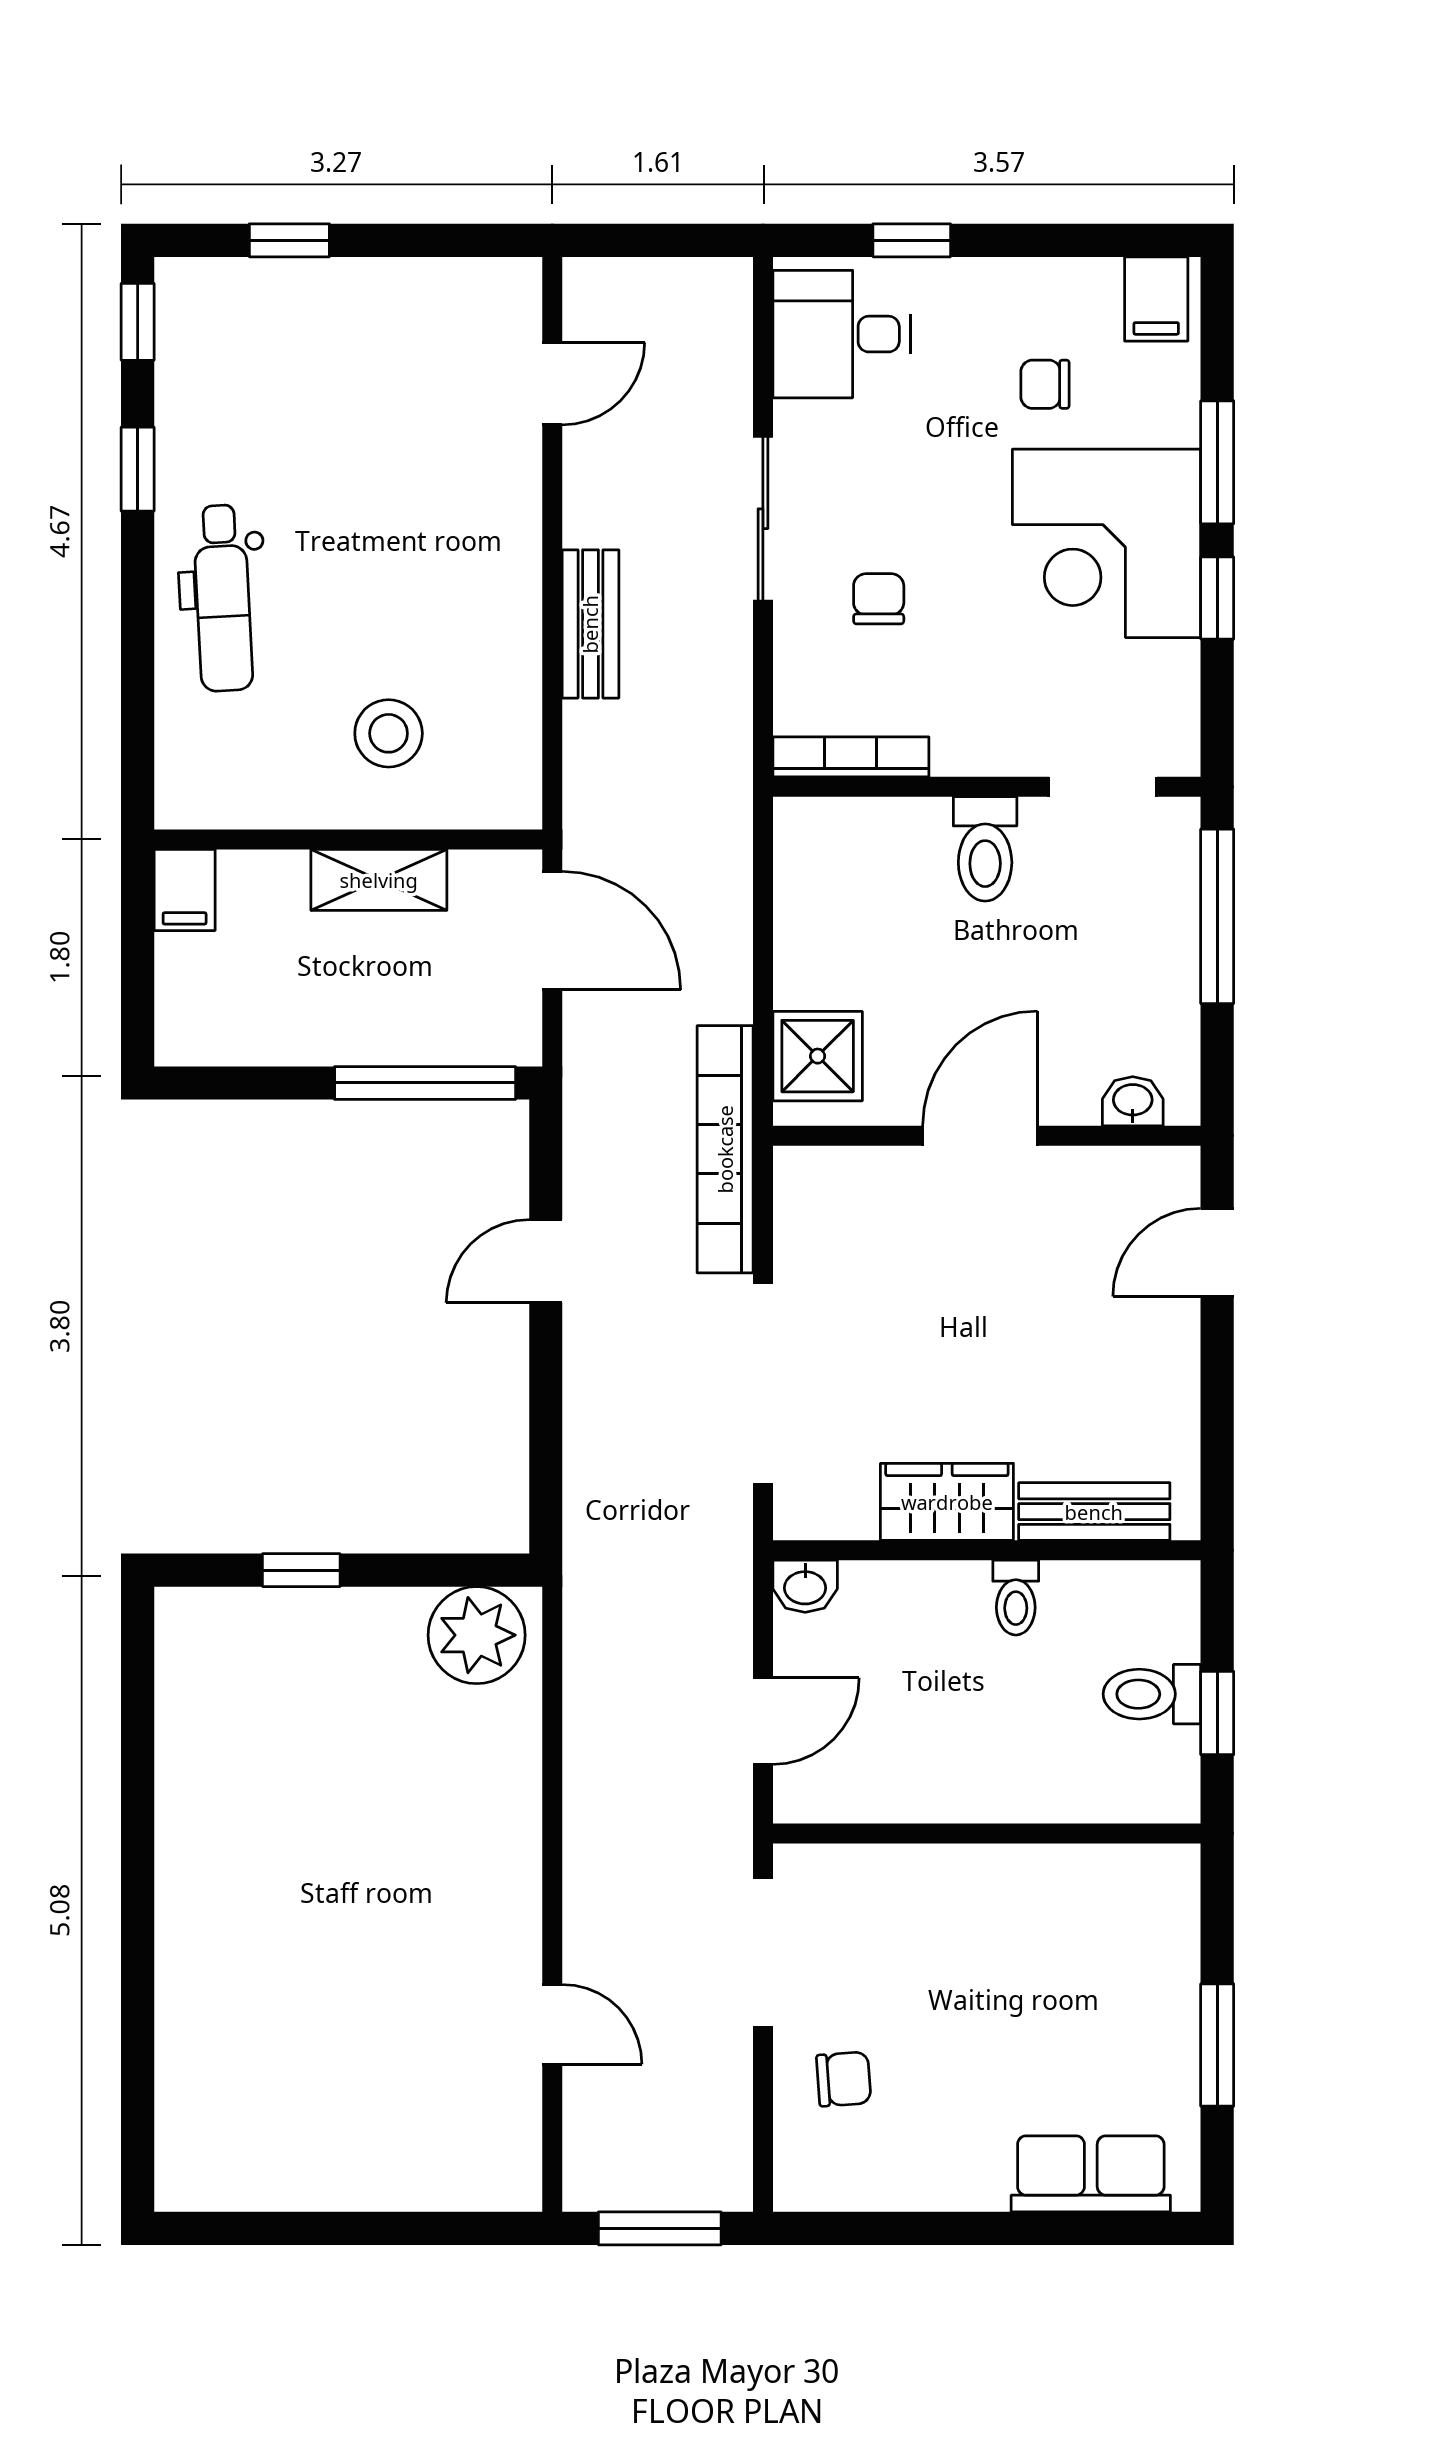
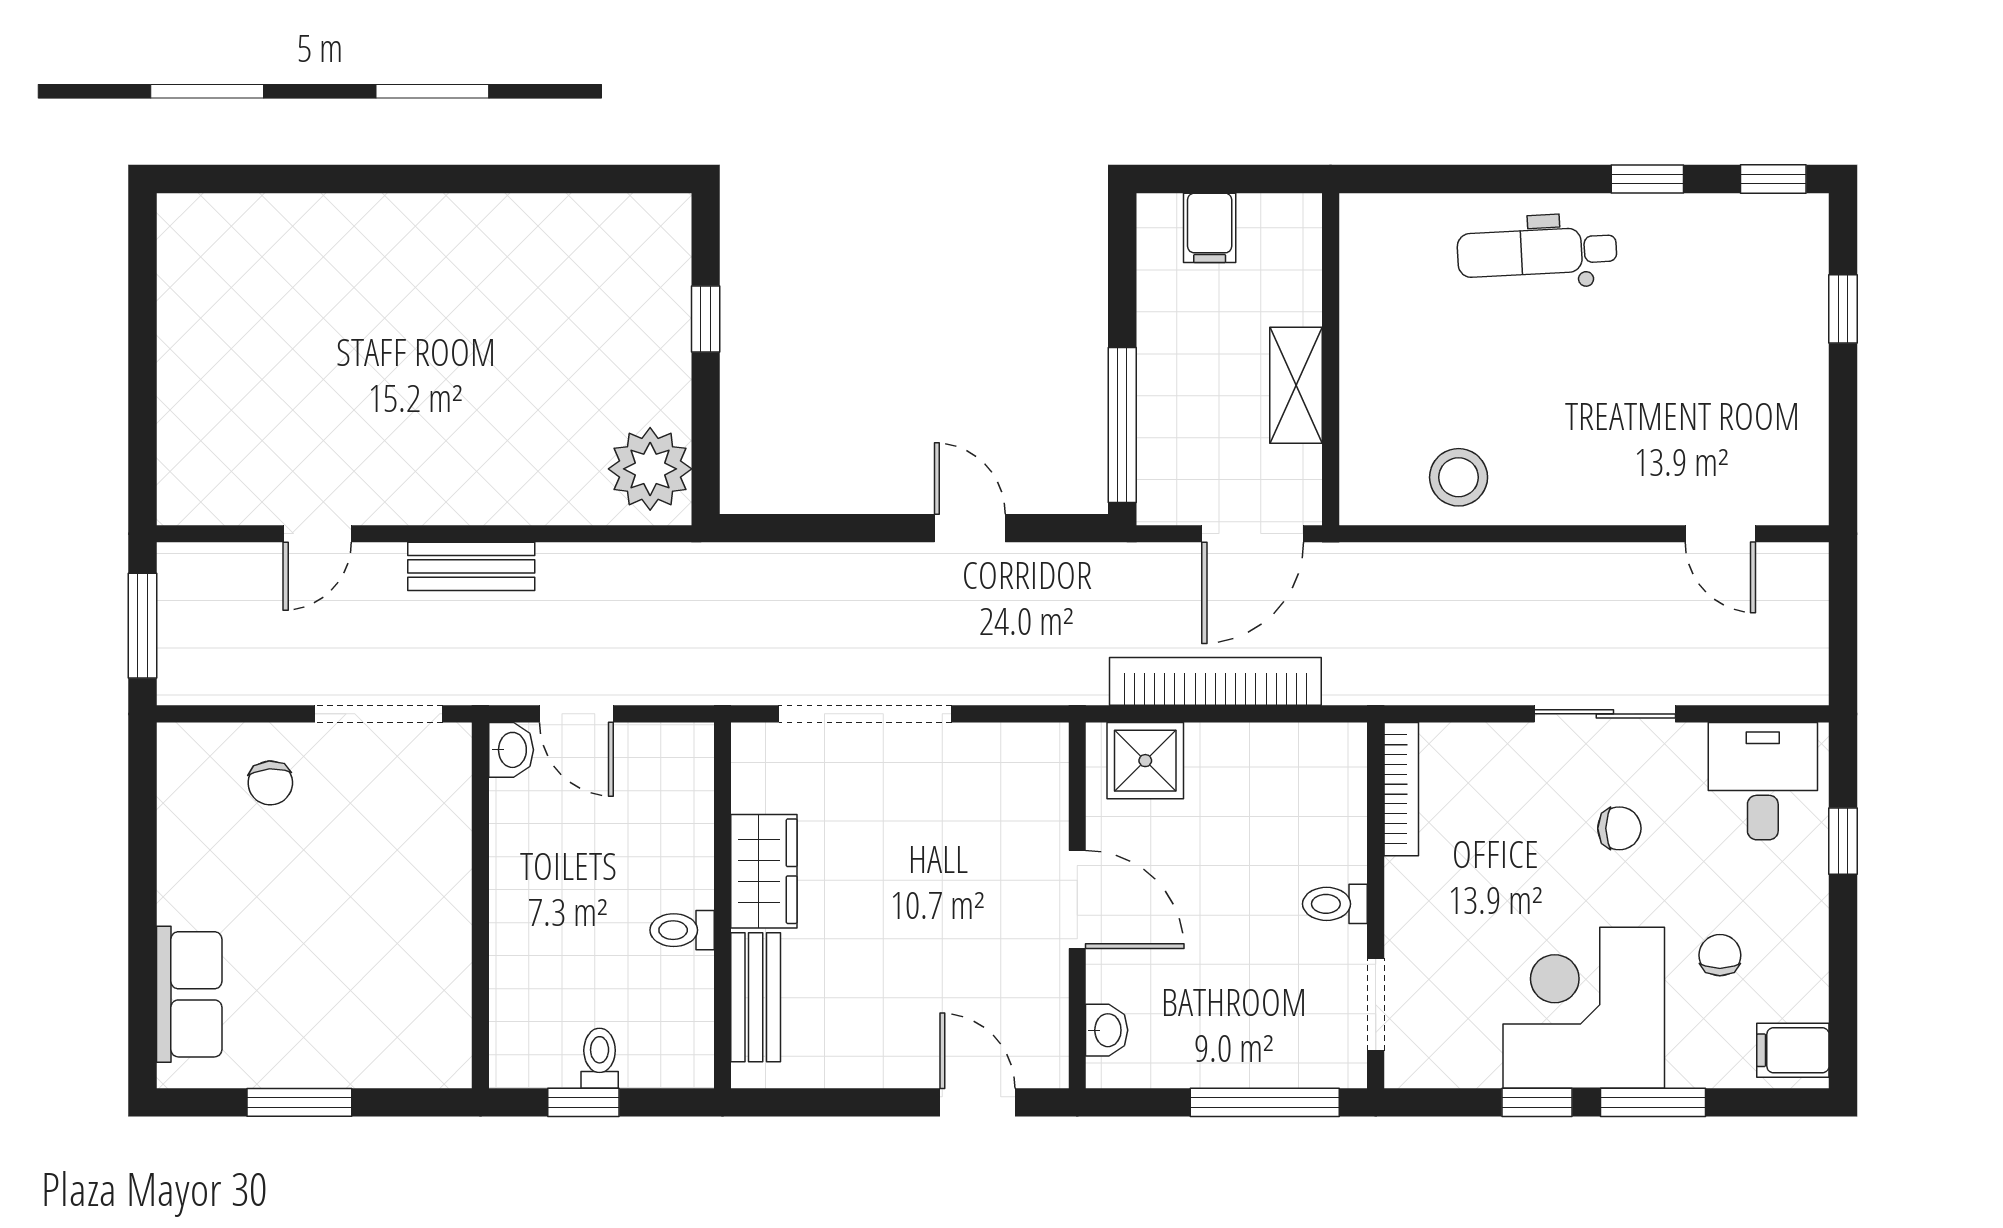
chair: (879, 599) -> (1619, 828), moved
bench: (590, 624) -> (471, 566), moved
stool: (389, 733) -> (1459, 477), moved
toilet: (985, 849) -> (1335, 904), width x0.73, depth x0.72
filing cabinet: (185, 890) -> (1210, 228), moved, turned -90
bookcase: (725, 1149) -> (1215, 681), moved
washbasin: (805, 1586) -> (511, 750), moved, turned 180
toilet: (1152, 1694) -> (600, 1058), width x0.73, depth x0.72

